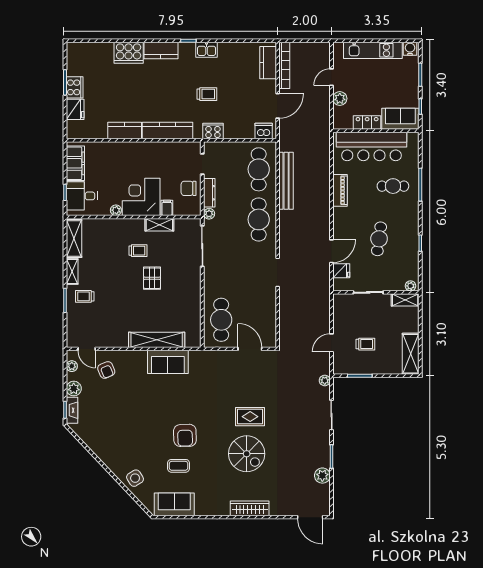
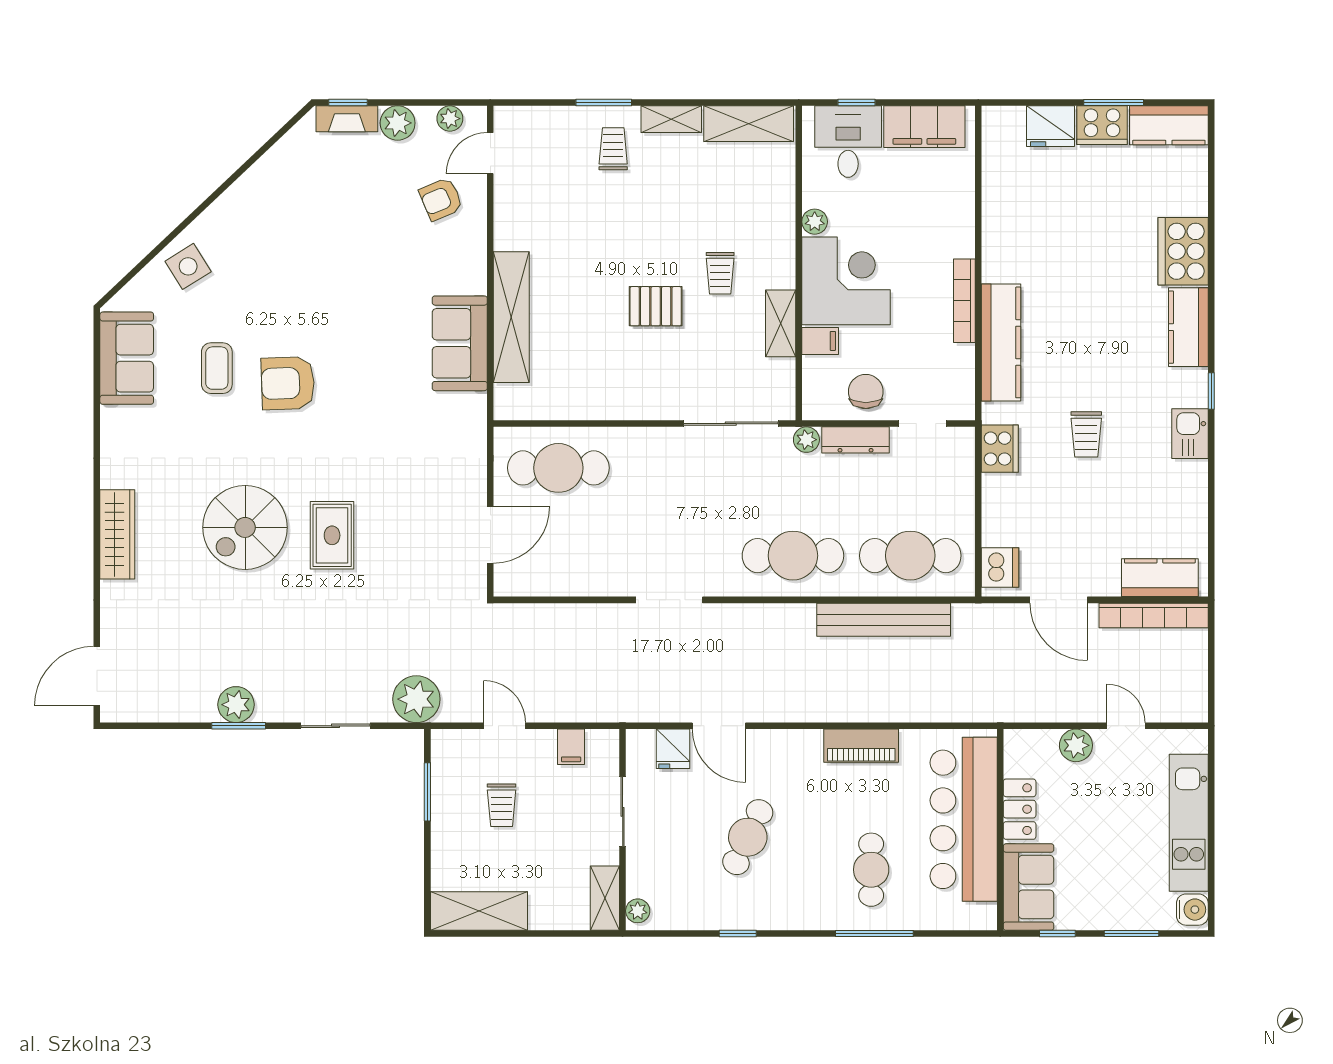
kitchen counter: (125, 131) -> (1169, 125), moved, turned 90
bookcase: (150, 146) -> (964, 301), added
cafe table: (379, 239) -> (748, 837), turned -73
filing cabinet: (340, 314) -> (571, 747), added
plant: (325, 380) -> (416, 699), width x1.87, depth x1.87
plant: (322, 476) -> (236, 705), moved

